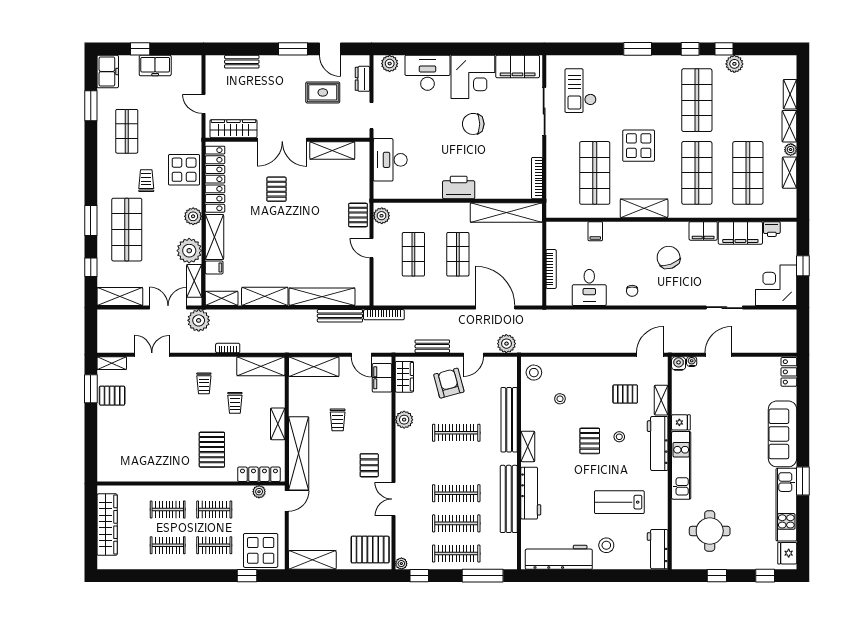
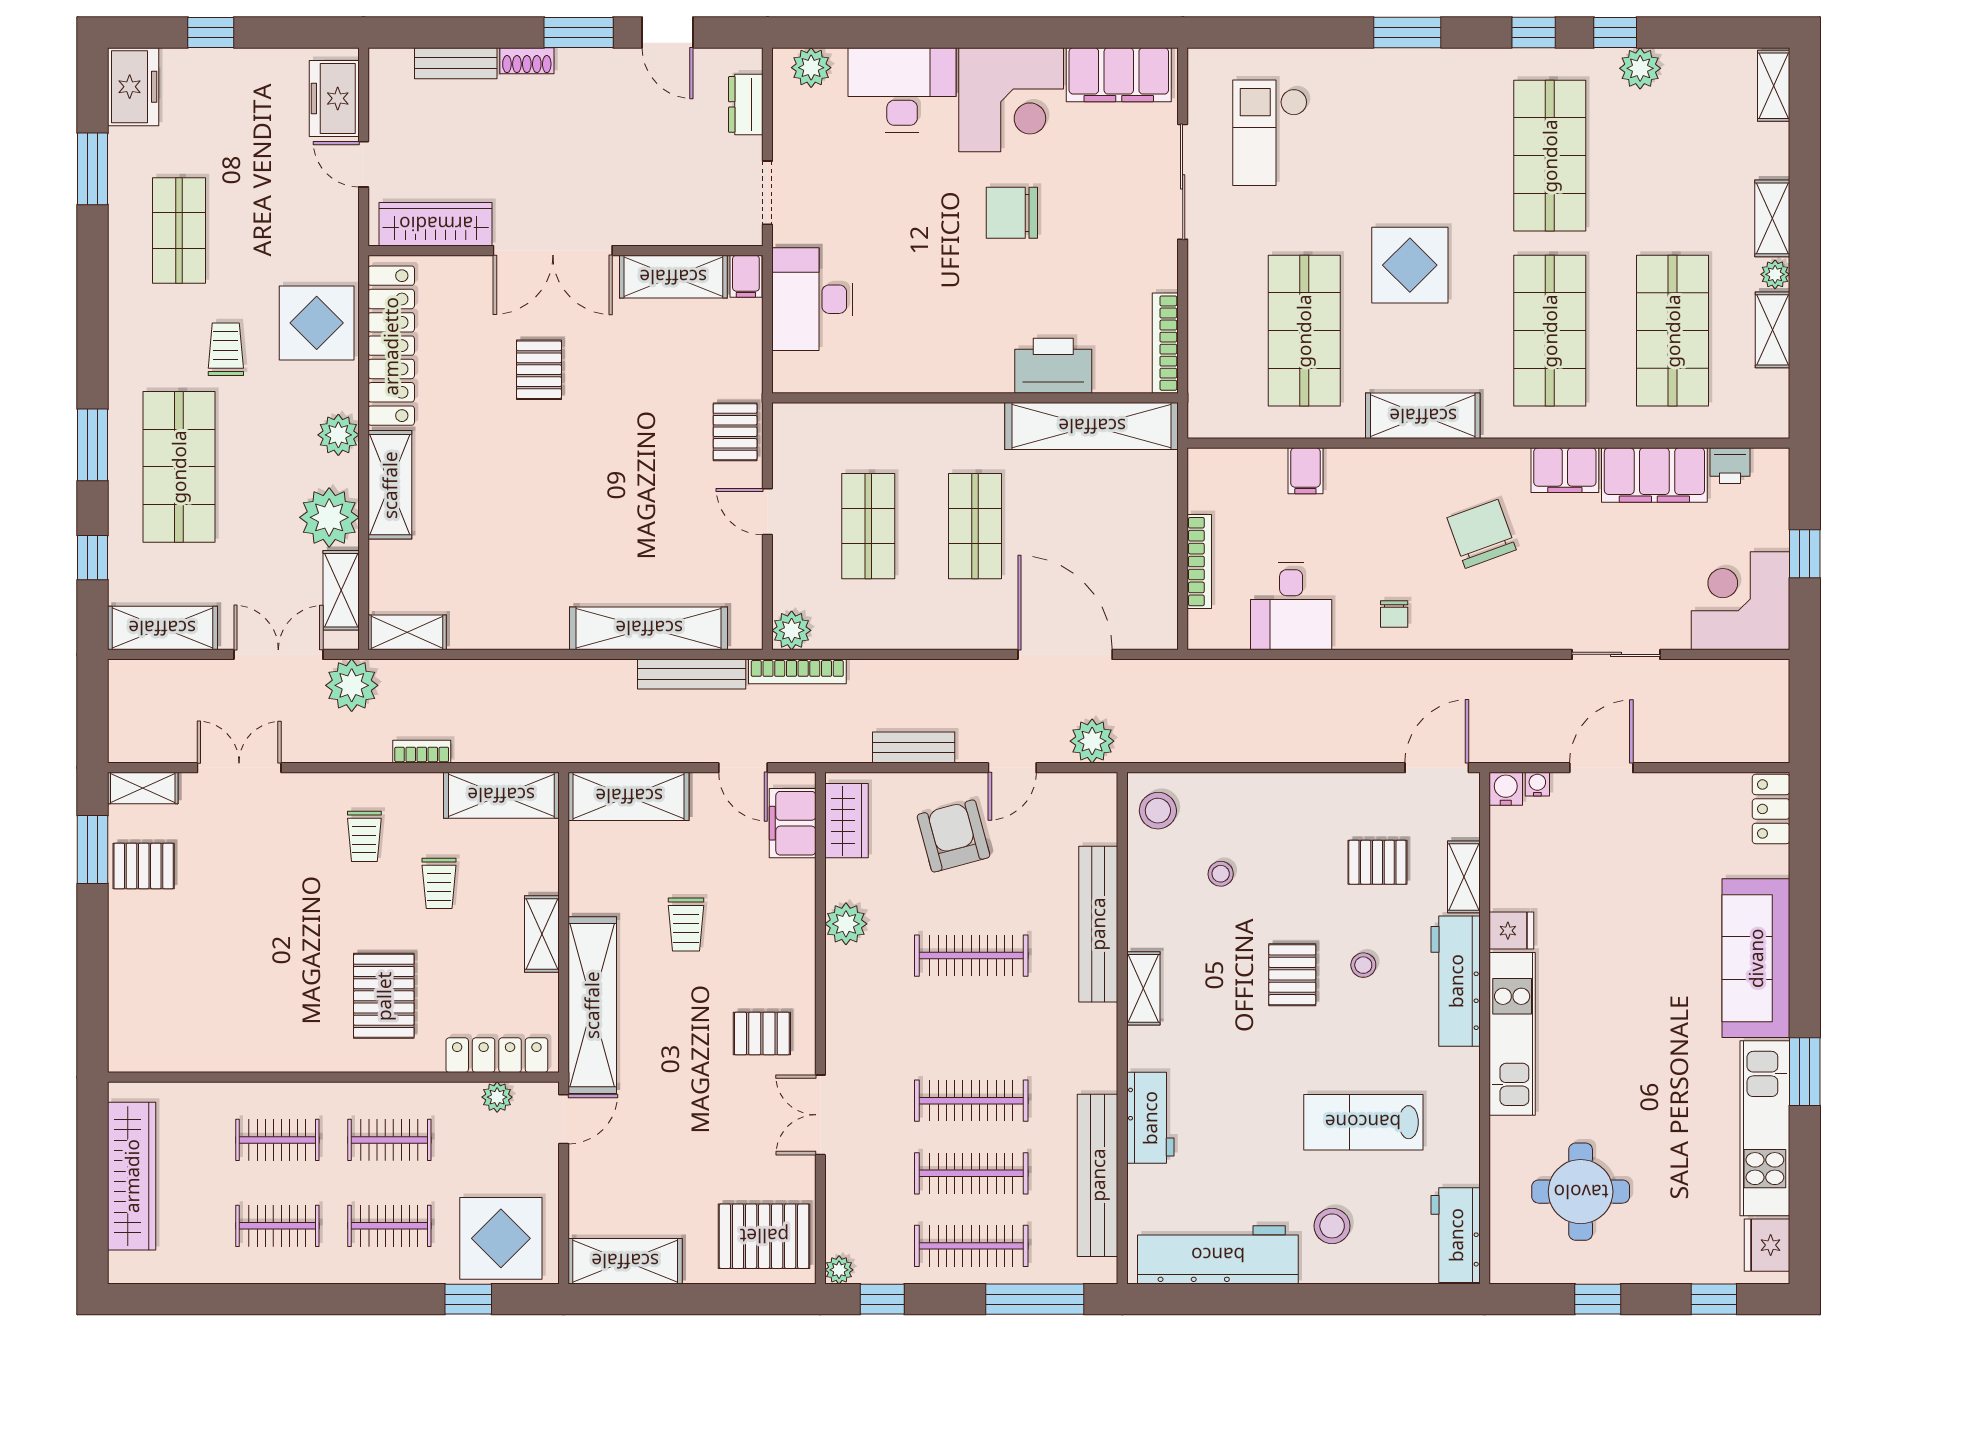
shoe rack: (271, 61) -> (527, 61), added
freezer: (155, 66) -> (334, 98), moved, turned 90
rug: (323, 92) -> (650, 137), removed
shelving: (790, 94) -> (1774, 86), moved
printer: (459, 188) -> (1053, 366), moved
plant: (382, 216) -> (792, 630), moved
filing cabinet: (214, 267) -> (746, 276), moved, turned 90
shelving: (265, 296) -> (511, 628), removed
pallet: (369, 465) -> (762, 1034), turned 90
workbench: (531, 493) -> (1150, 1118), width x0.73
bench: (509, 499) -> (1098, 1175), moved

